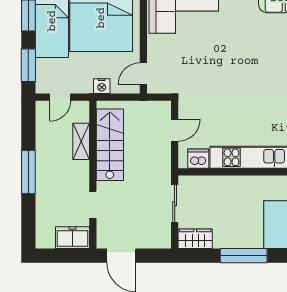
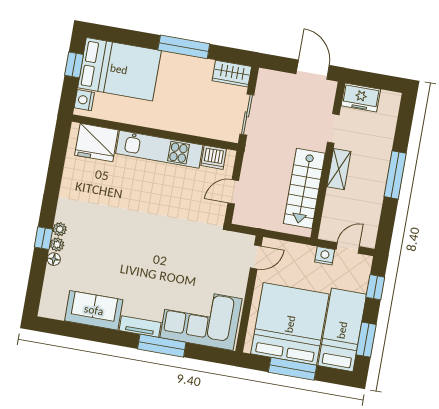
window: (28, 65) -> (375, 287), width x0.67
nightstand: (102, 86) -> (325, 256), moved
shelving: (81, 141) -> (339, 169), moved

